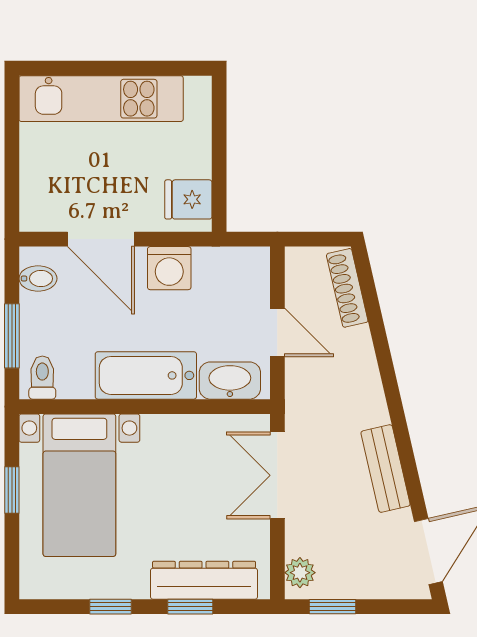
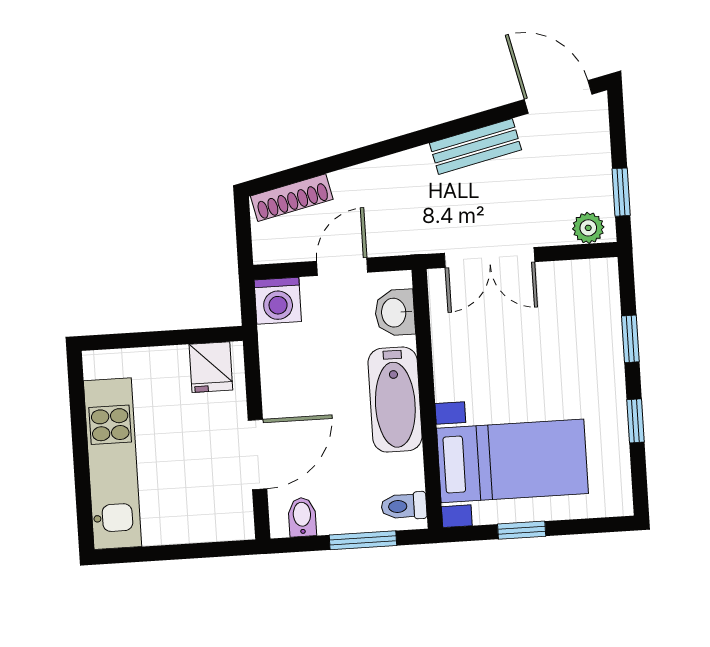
washing machine: (169, 268) -> (278, 301), moved, turned 90
washbasin: (230, 381) -> (395, 313), width x0.72
dresser: (204, 580) -> (602, 326), removed

